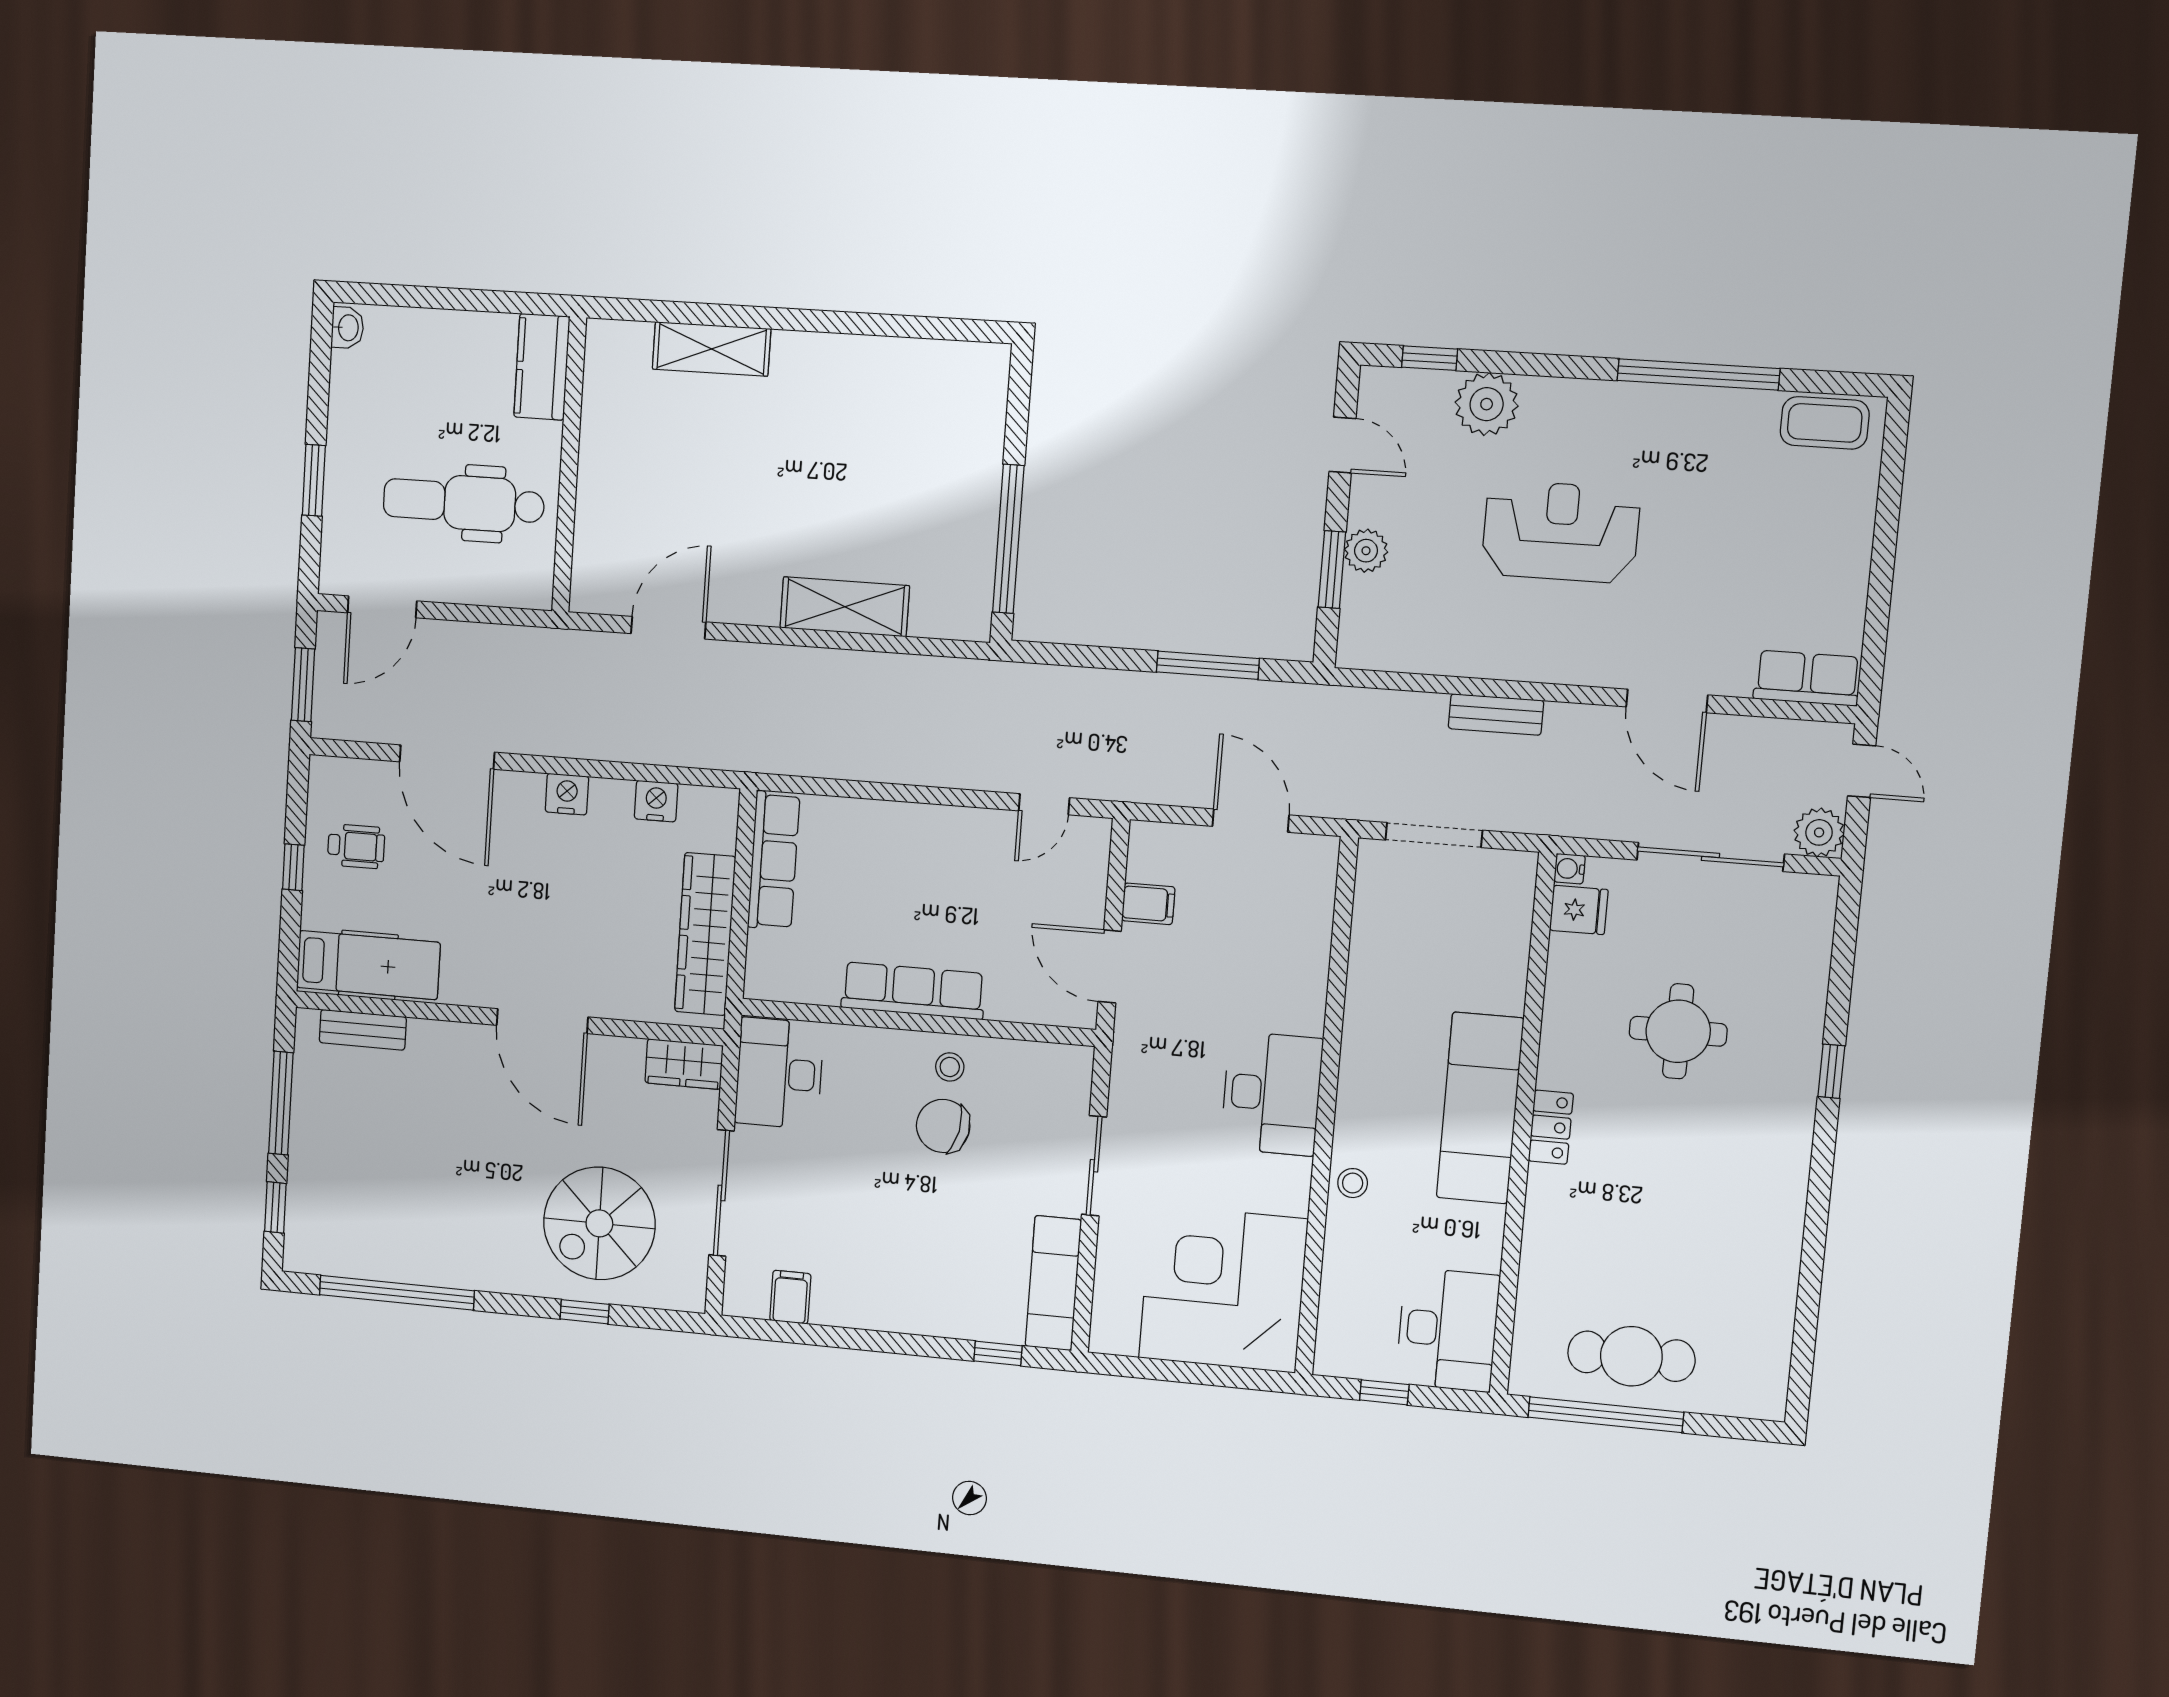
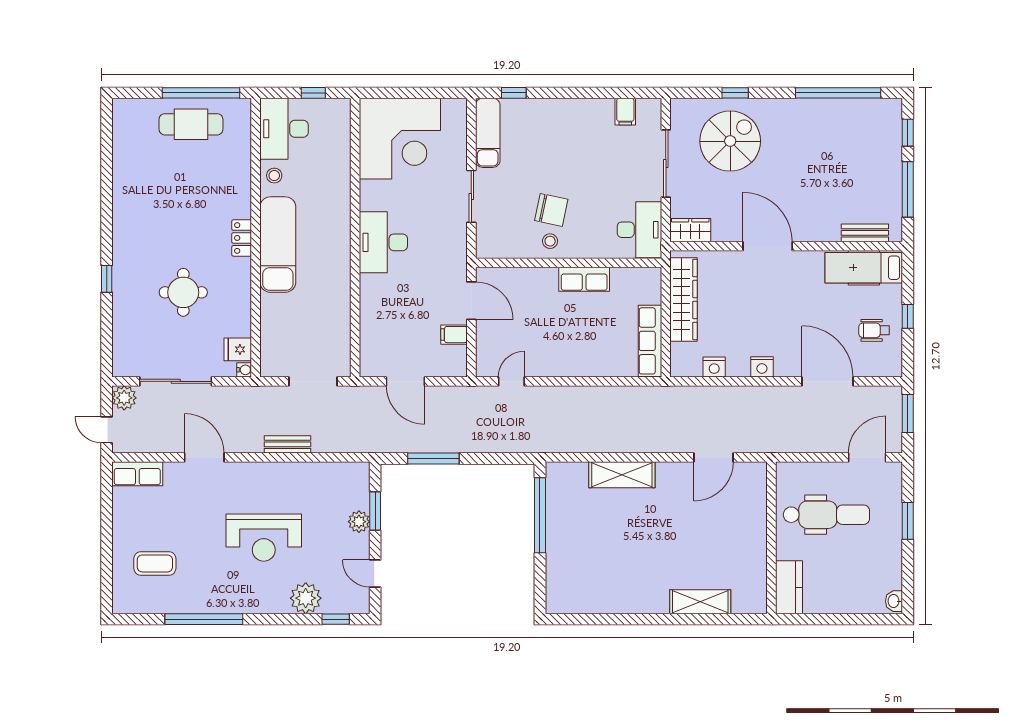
coffee table: (1825, 423) -> (155, 563), moved
row of seats: (913, 991) -> (584, 279), width x0.68
stool: (1353, 1183) -> (274, 176), moved

